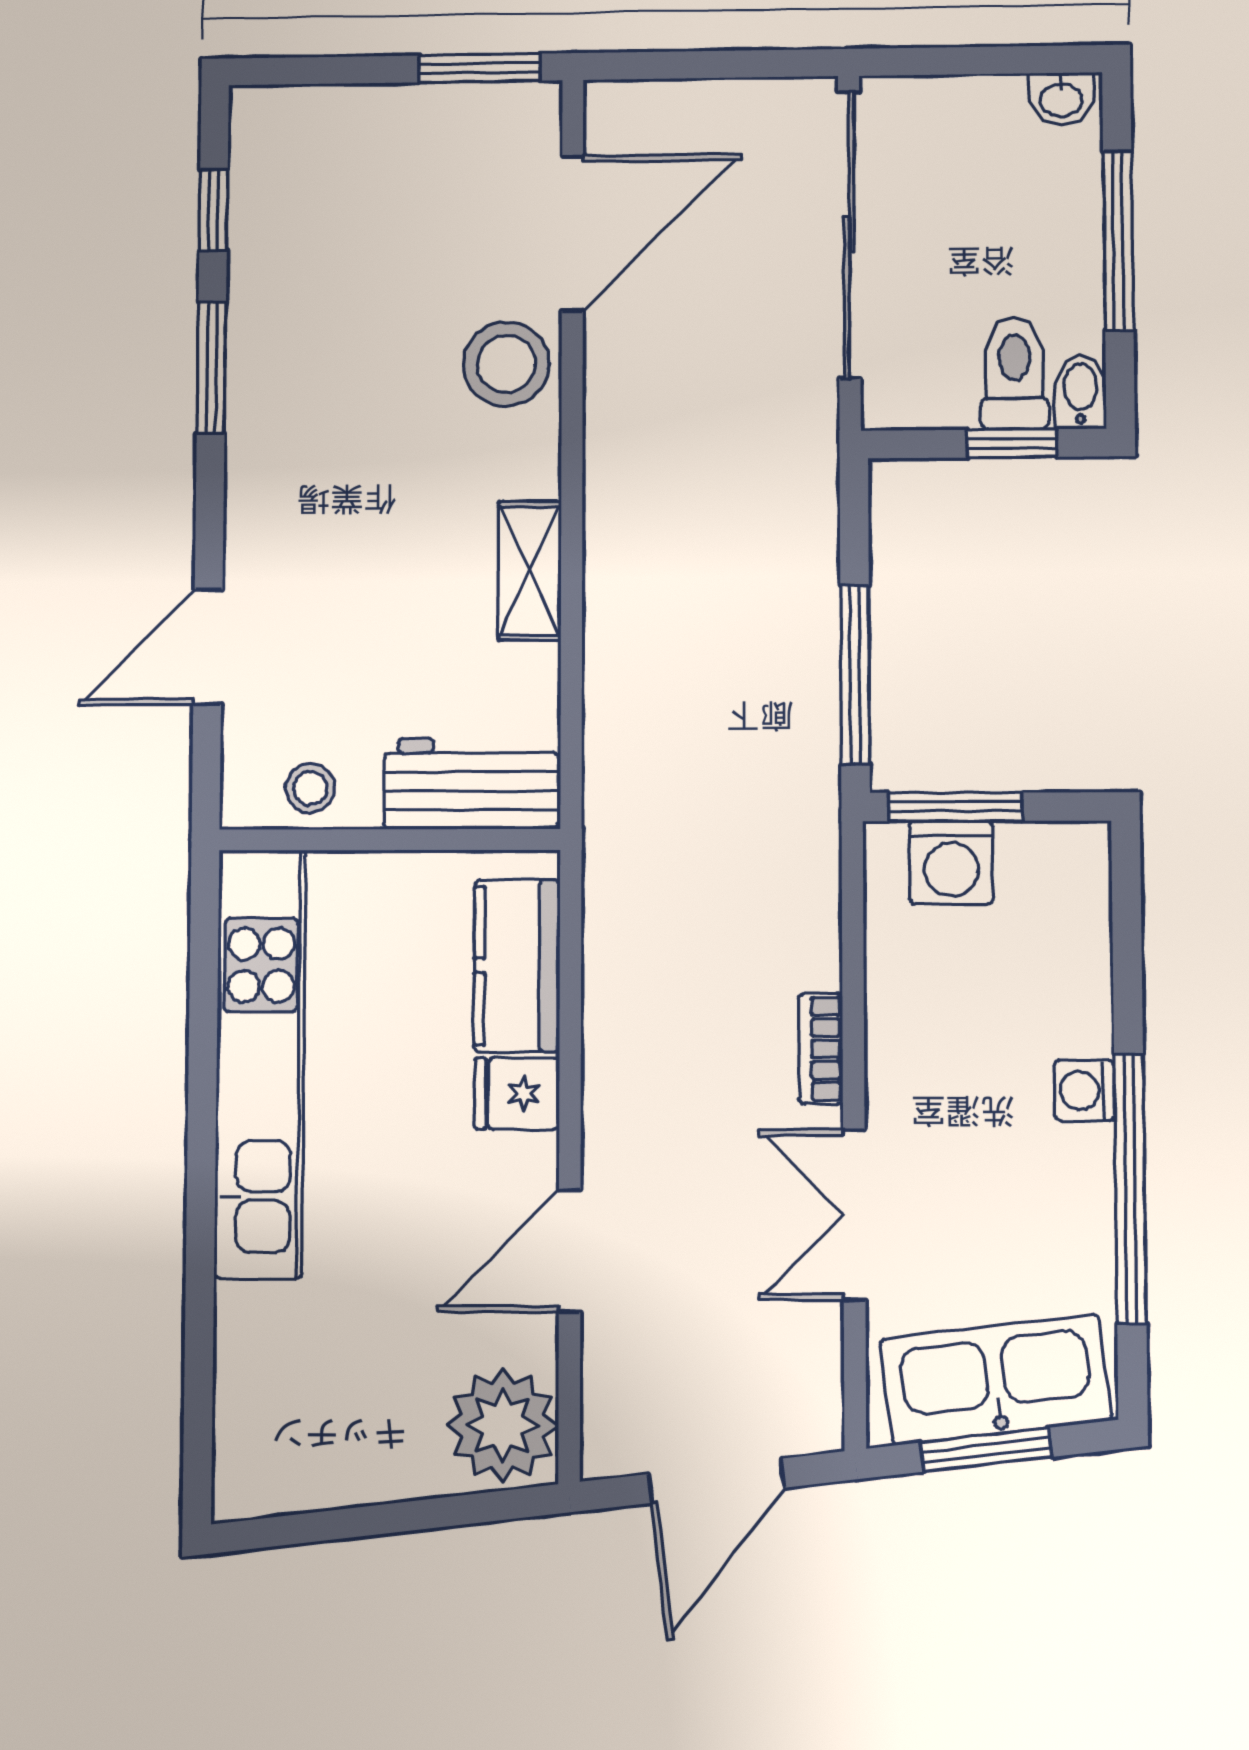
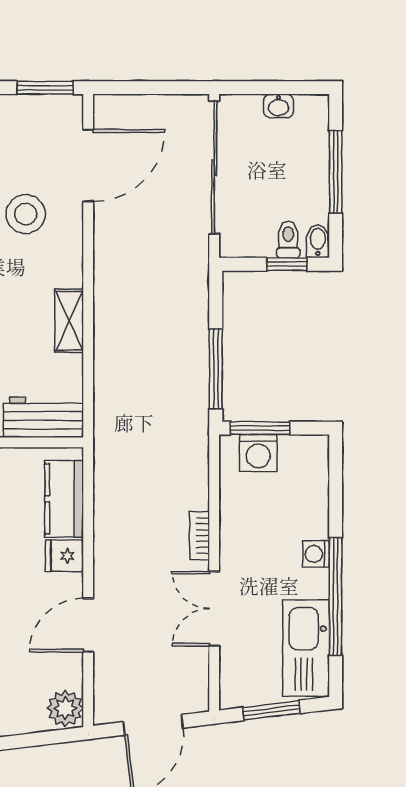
washbasin: (1061, 99) -> (279, 106), moved
stool: (506, 364) -> (26, 214), moved
toilet: (1014, 373) -> (288, 239), width x0.73, depth x0.72
kitchen sink: (996, 1380) -> (306, 648), moved, turned -83
plant: (503, 1425) -> (65, 708), width x0.73, depth x0.73

